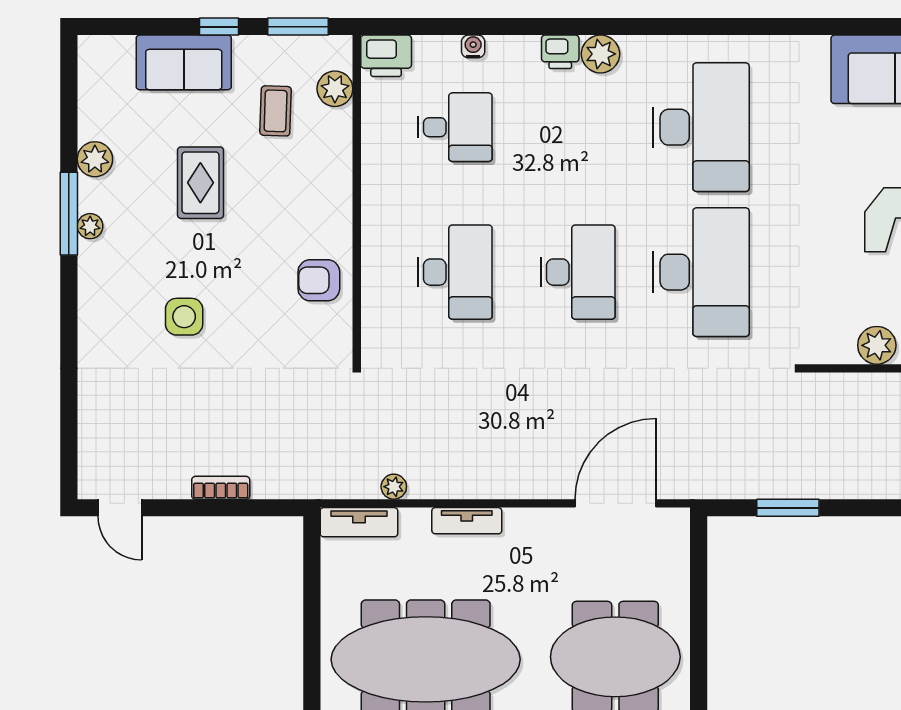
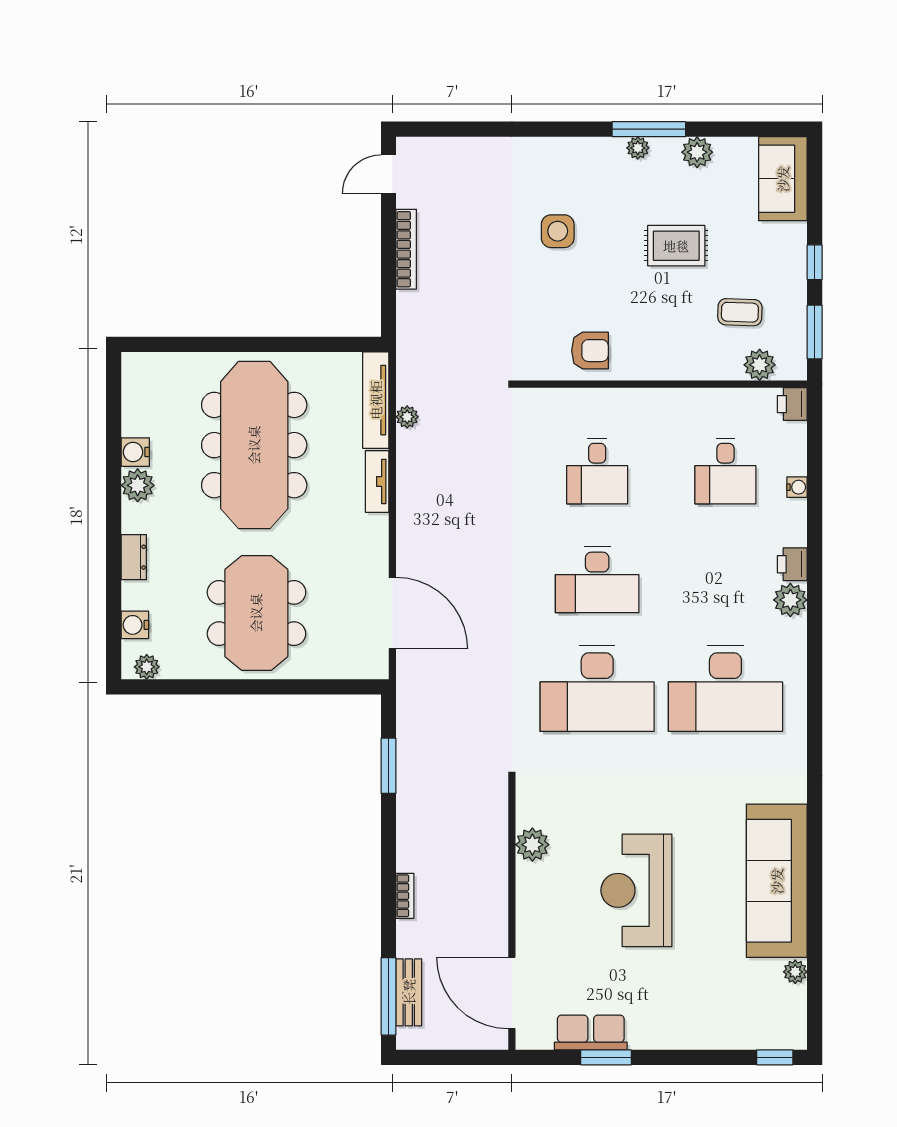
printer: (386, 56) -> (792, 404), width x0.73, depth x0.81
sofa: (184, 62) -> (783, 179), moved
desk: (455, 272) -> (597, 471), width x0.73
armchair: (319, 280) -> (590, 351), turned 90
bookcase: (221, 488) -> (406, 249), width x1.56
tv unit: (359, 522) -> (376, 400), width x1.41

